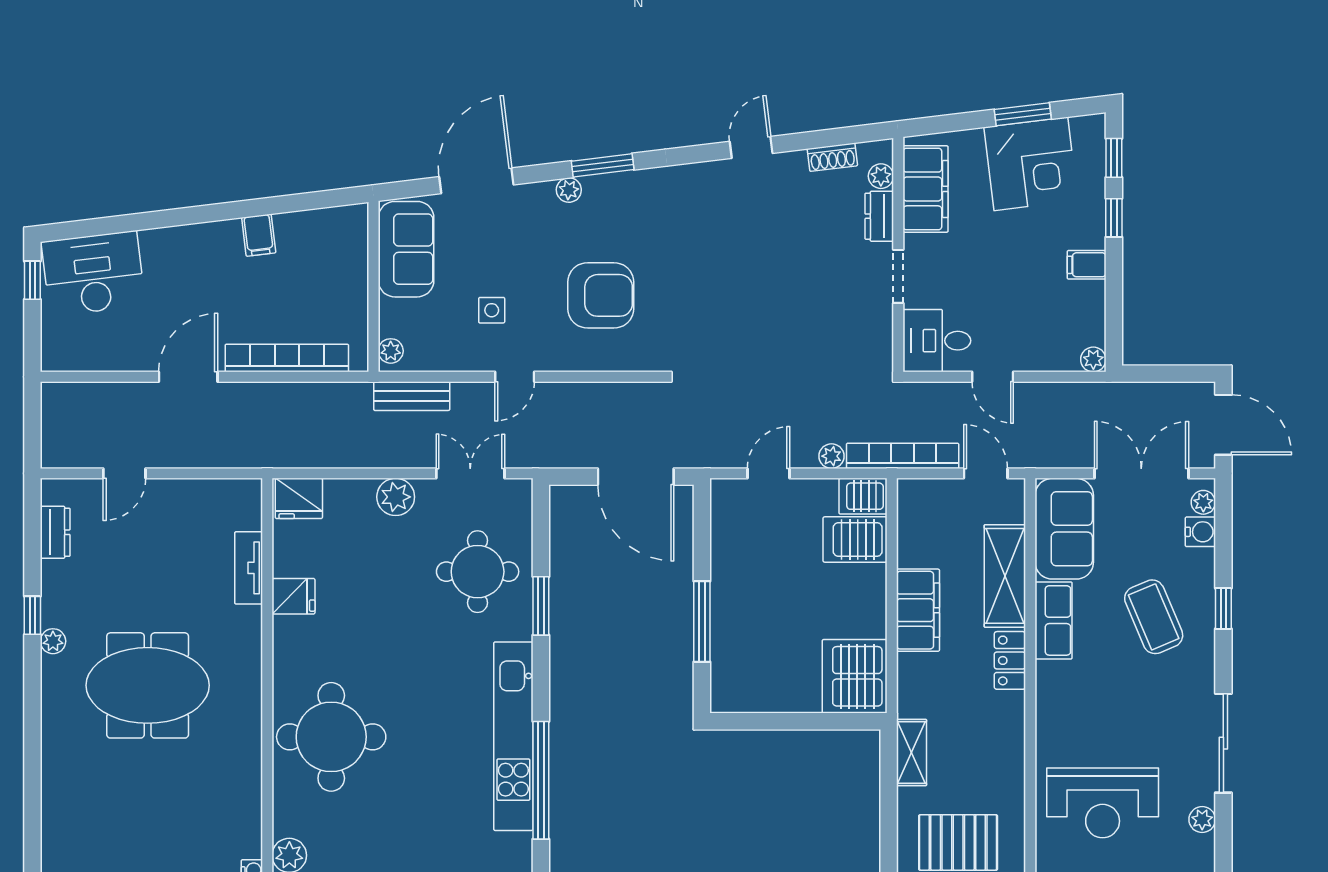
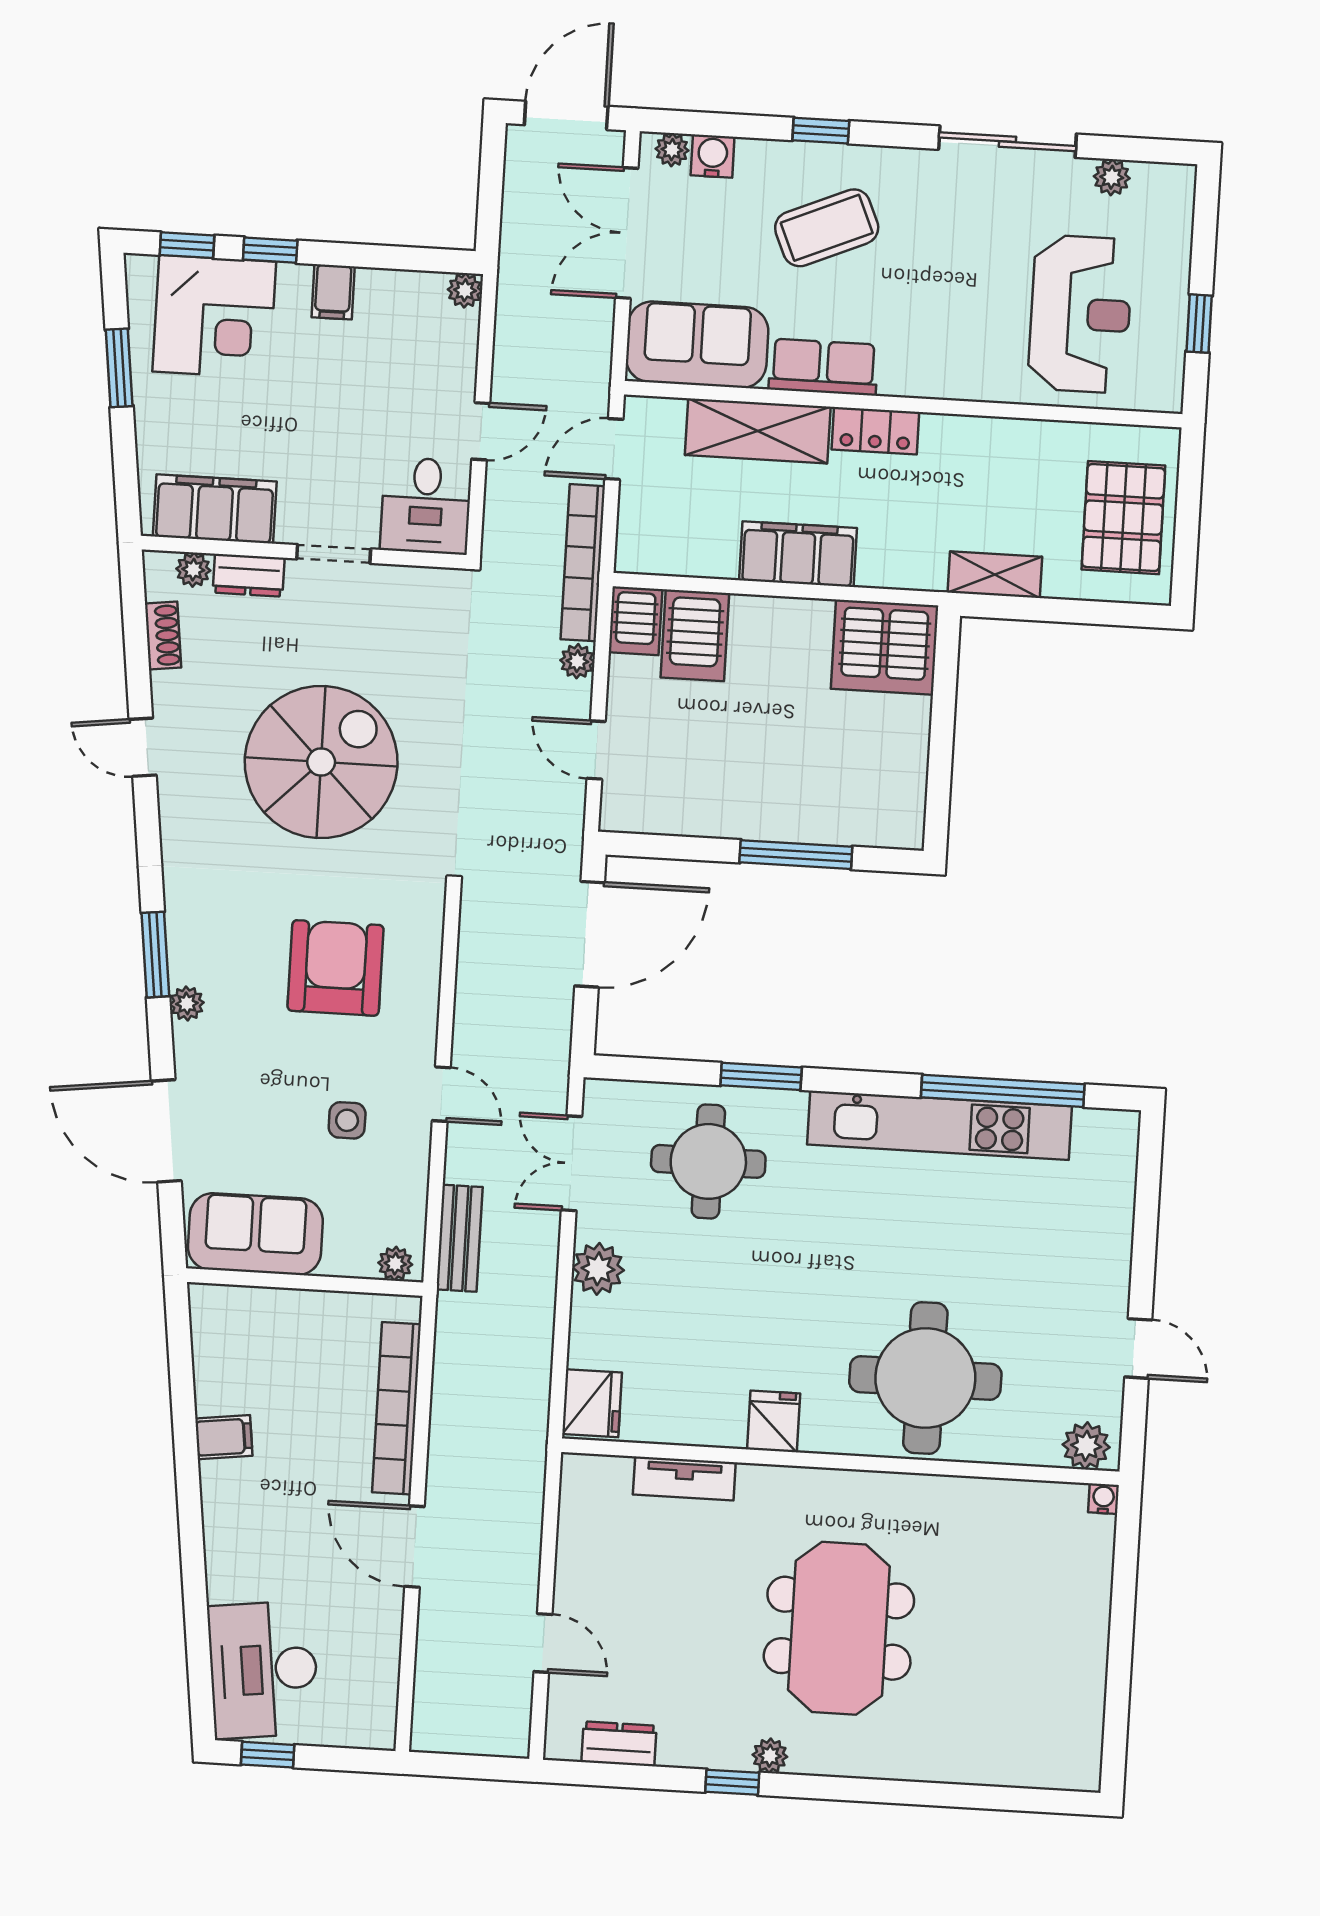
corner desk: (1031, 164) -> (214, 317), moved, turned 97
spiral stairs: (748, 276) -> (321, 762), added
fridge: (293, 596) -> (774, 1421), moved

